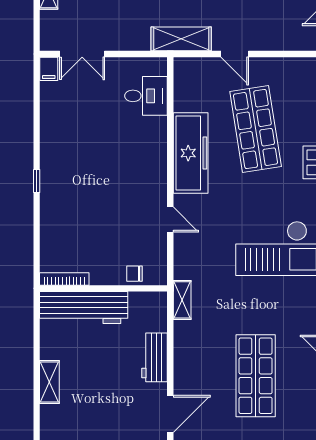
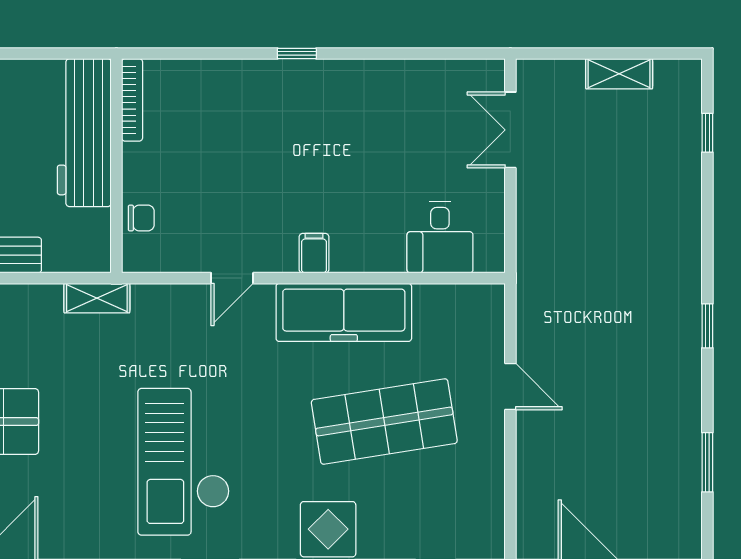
shelving: (181, 39) -> (536, 297), removed
door: (235, 54) -> (510, 386), swing flipped
filing cabinet: (49, 69) -> (314, 253), moved, turned 90
chair: (134, 274) -> (141, 218), turned 90

